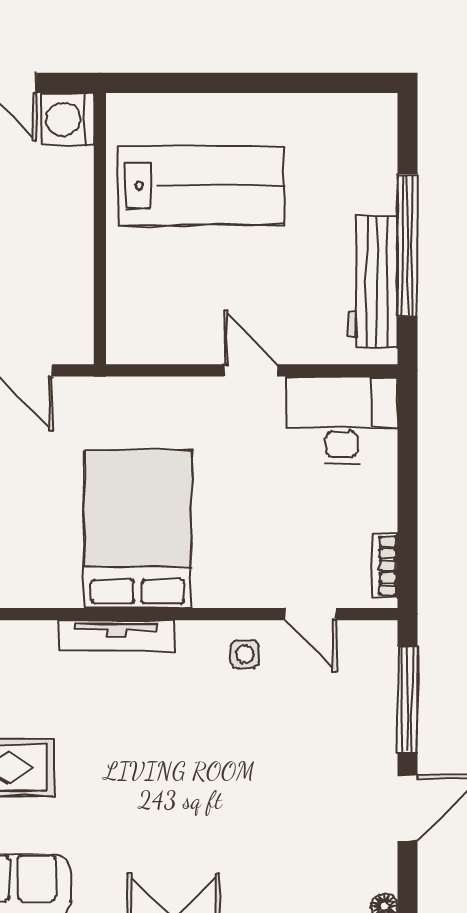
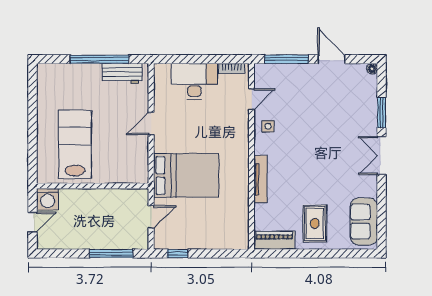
workbench: (373, 282) -> (122, 74), width x0.73
desk: (342, 420) -> (194, 81), moved, turned 90
bed: (138, 529) -> (186, 175), moved, turned 180

